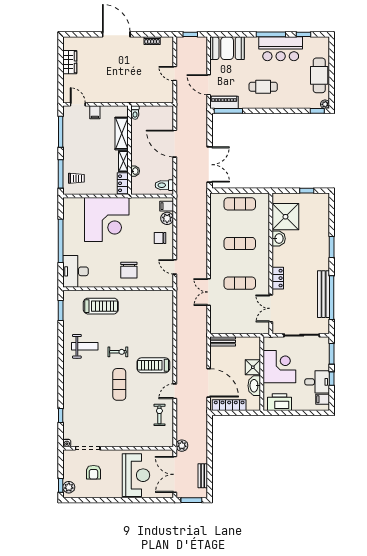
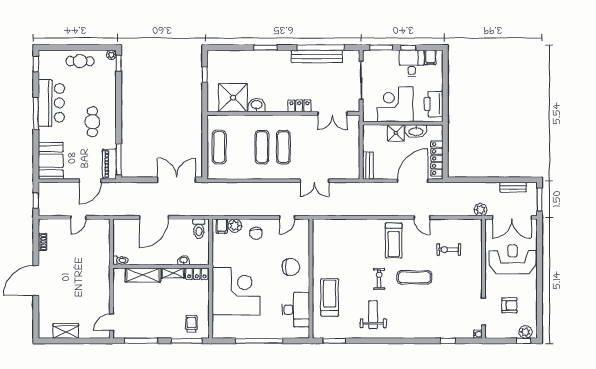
window: (304, 34) -> (36, 64), moved
cafe table: (319, 75) -> (80, 61), width x0.73, depth x0.74
filing cabinet: (95, 112) -> (120, 304), removed
desk: (76, 271) -> (296, 310), moved, turned -90
exercise mat: (240, 283) -> (283, 147), moved
exercise bike: (159, 415) -> (449, 250), moved

